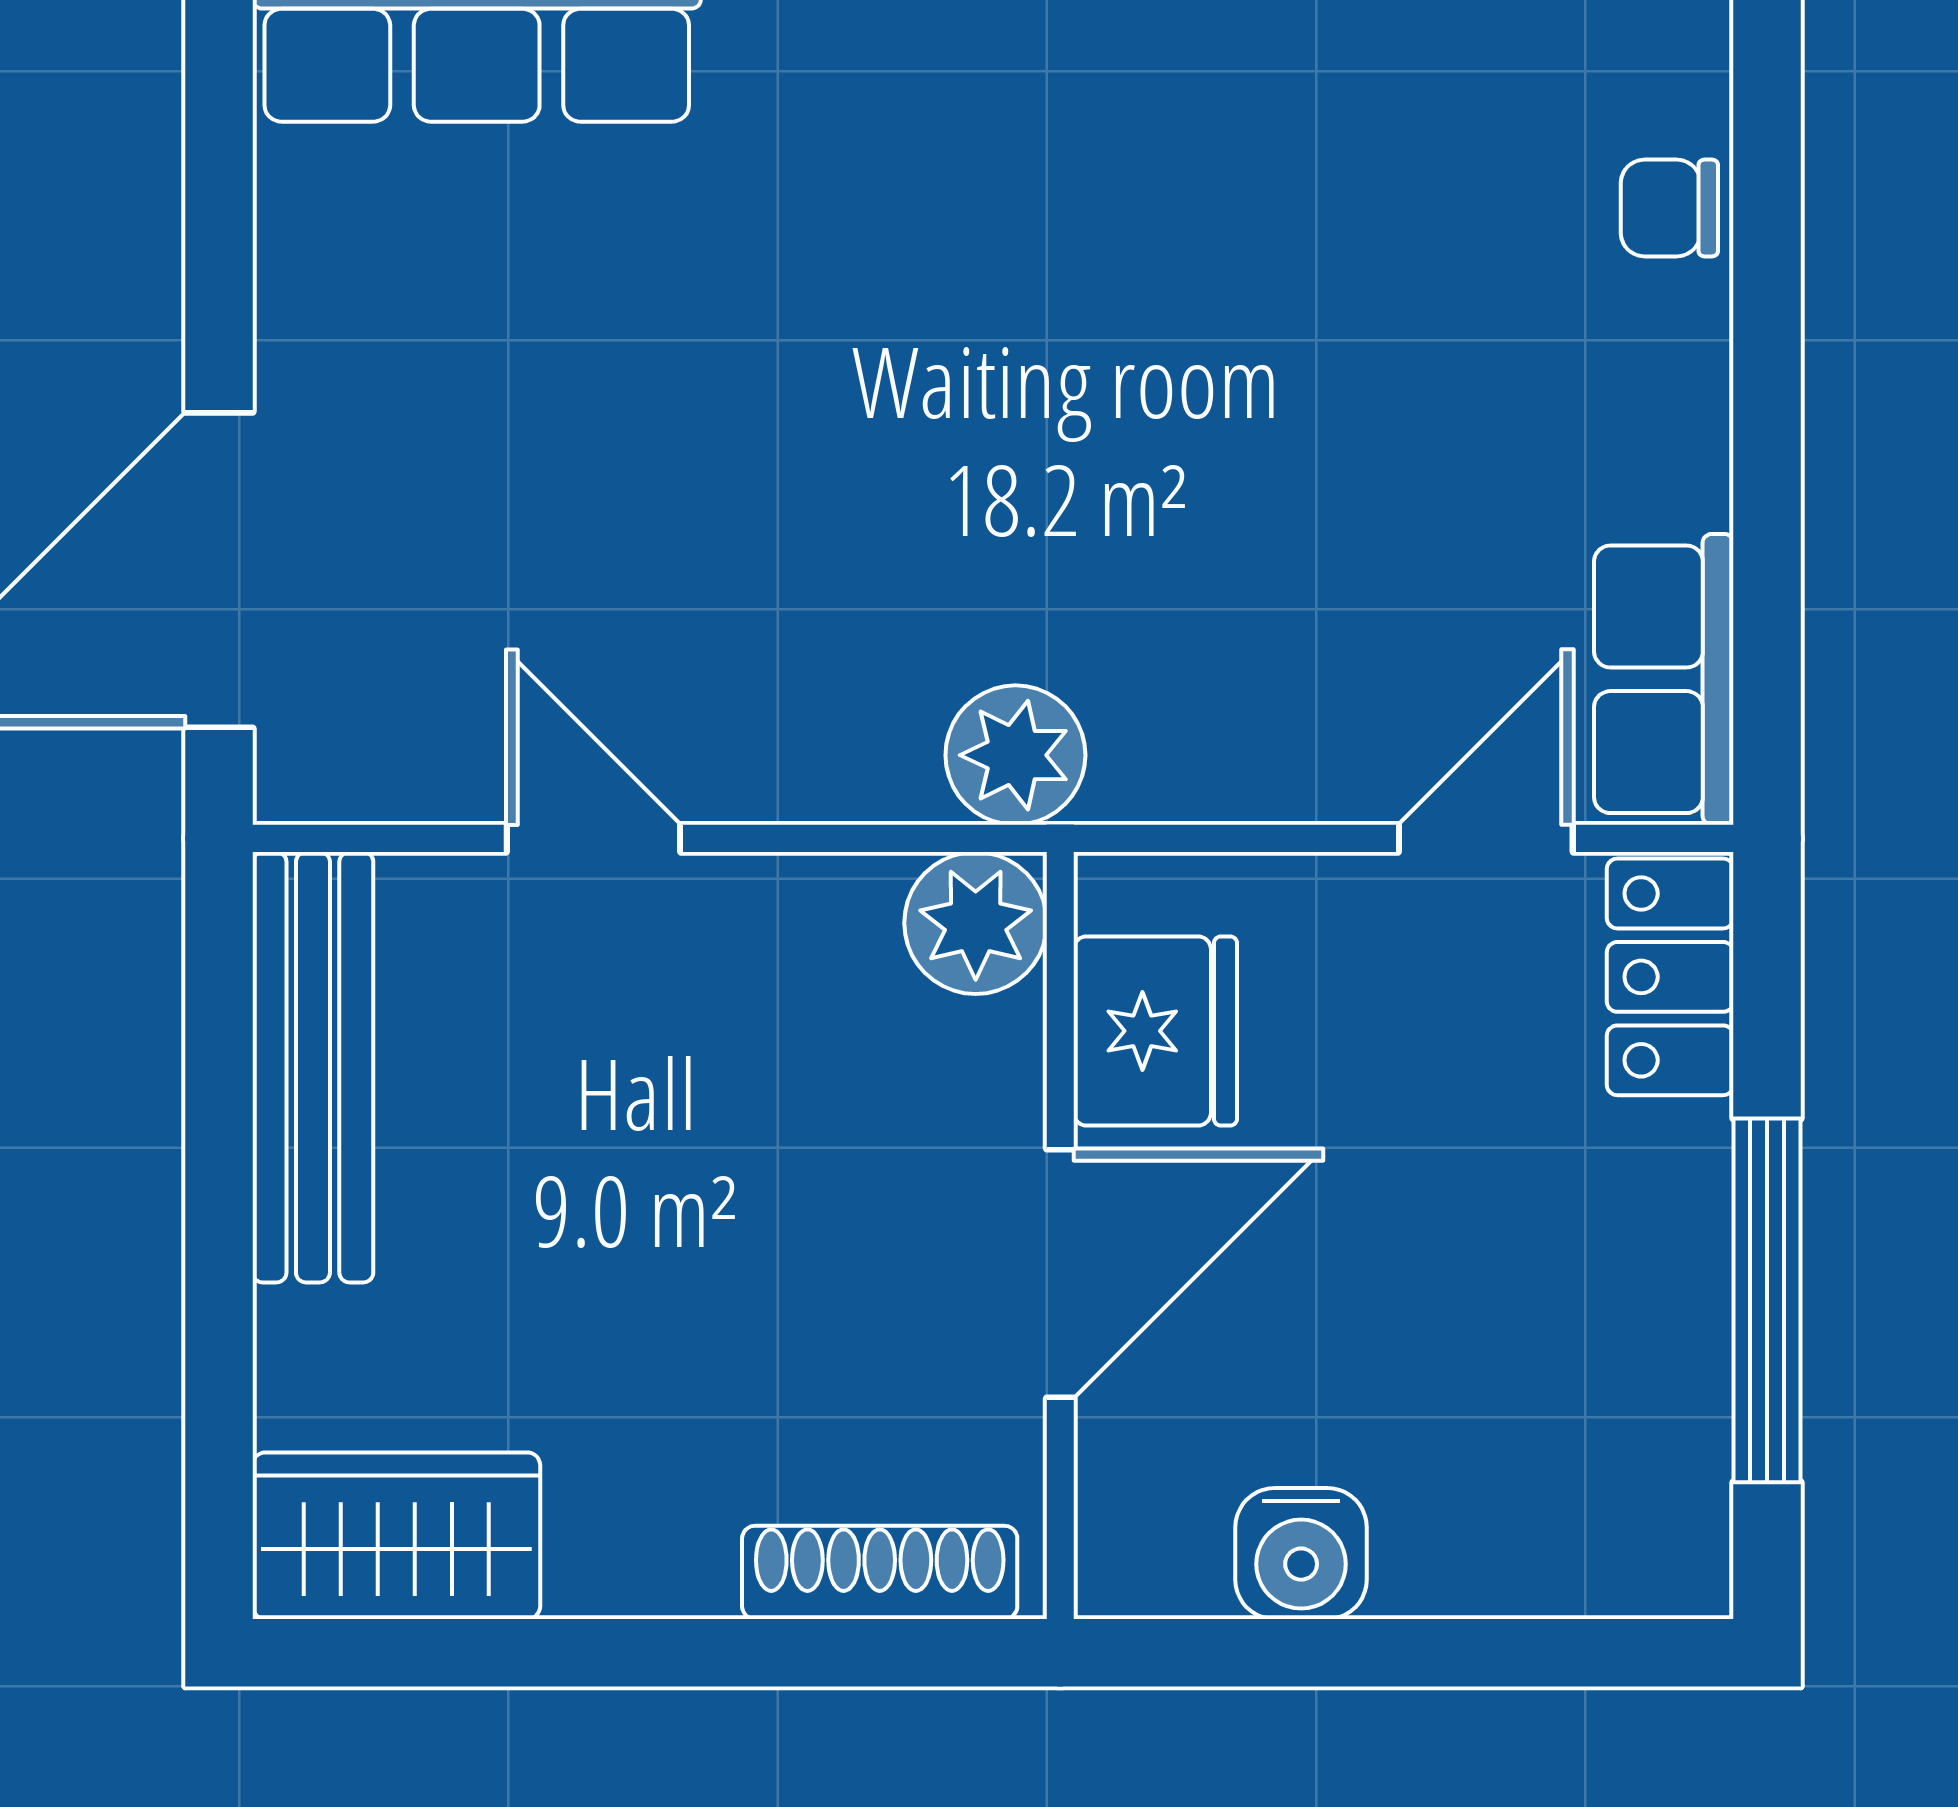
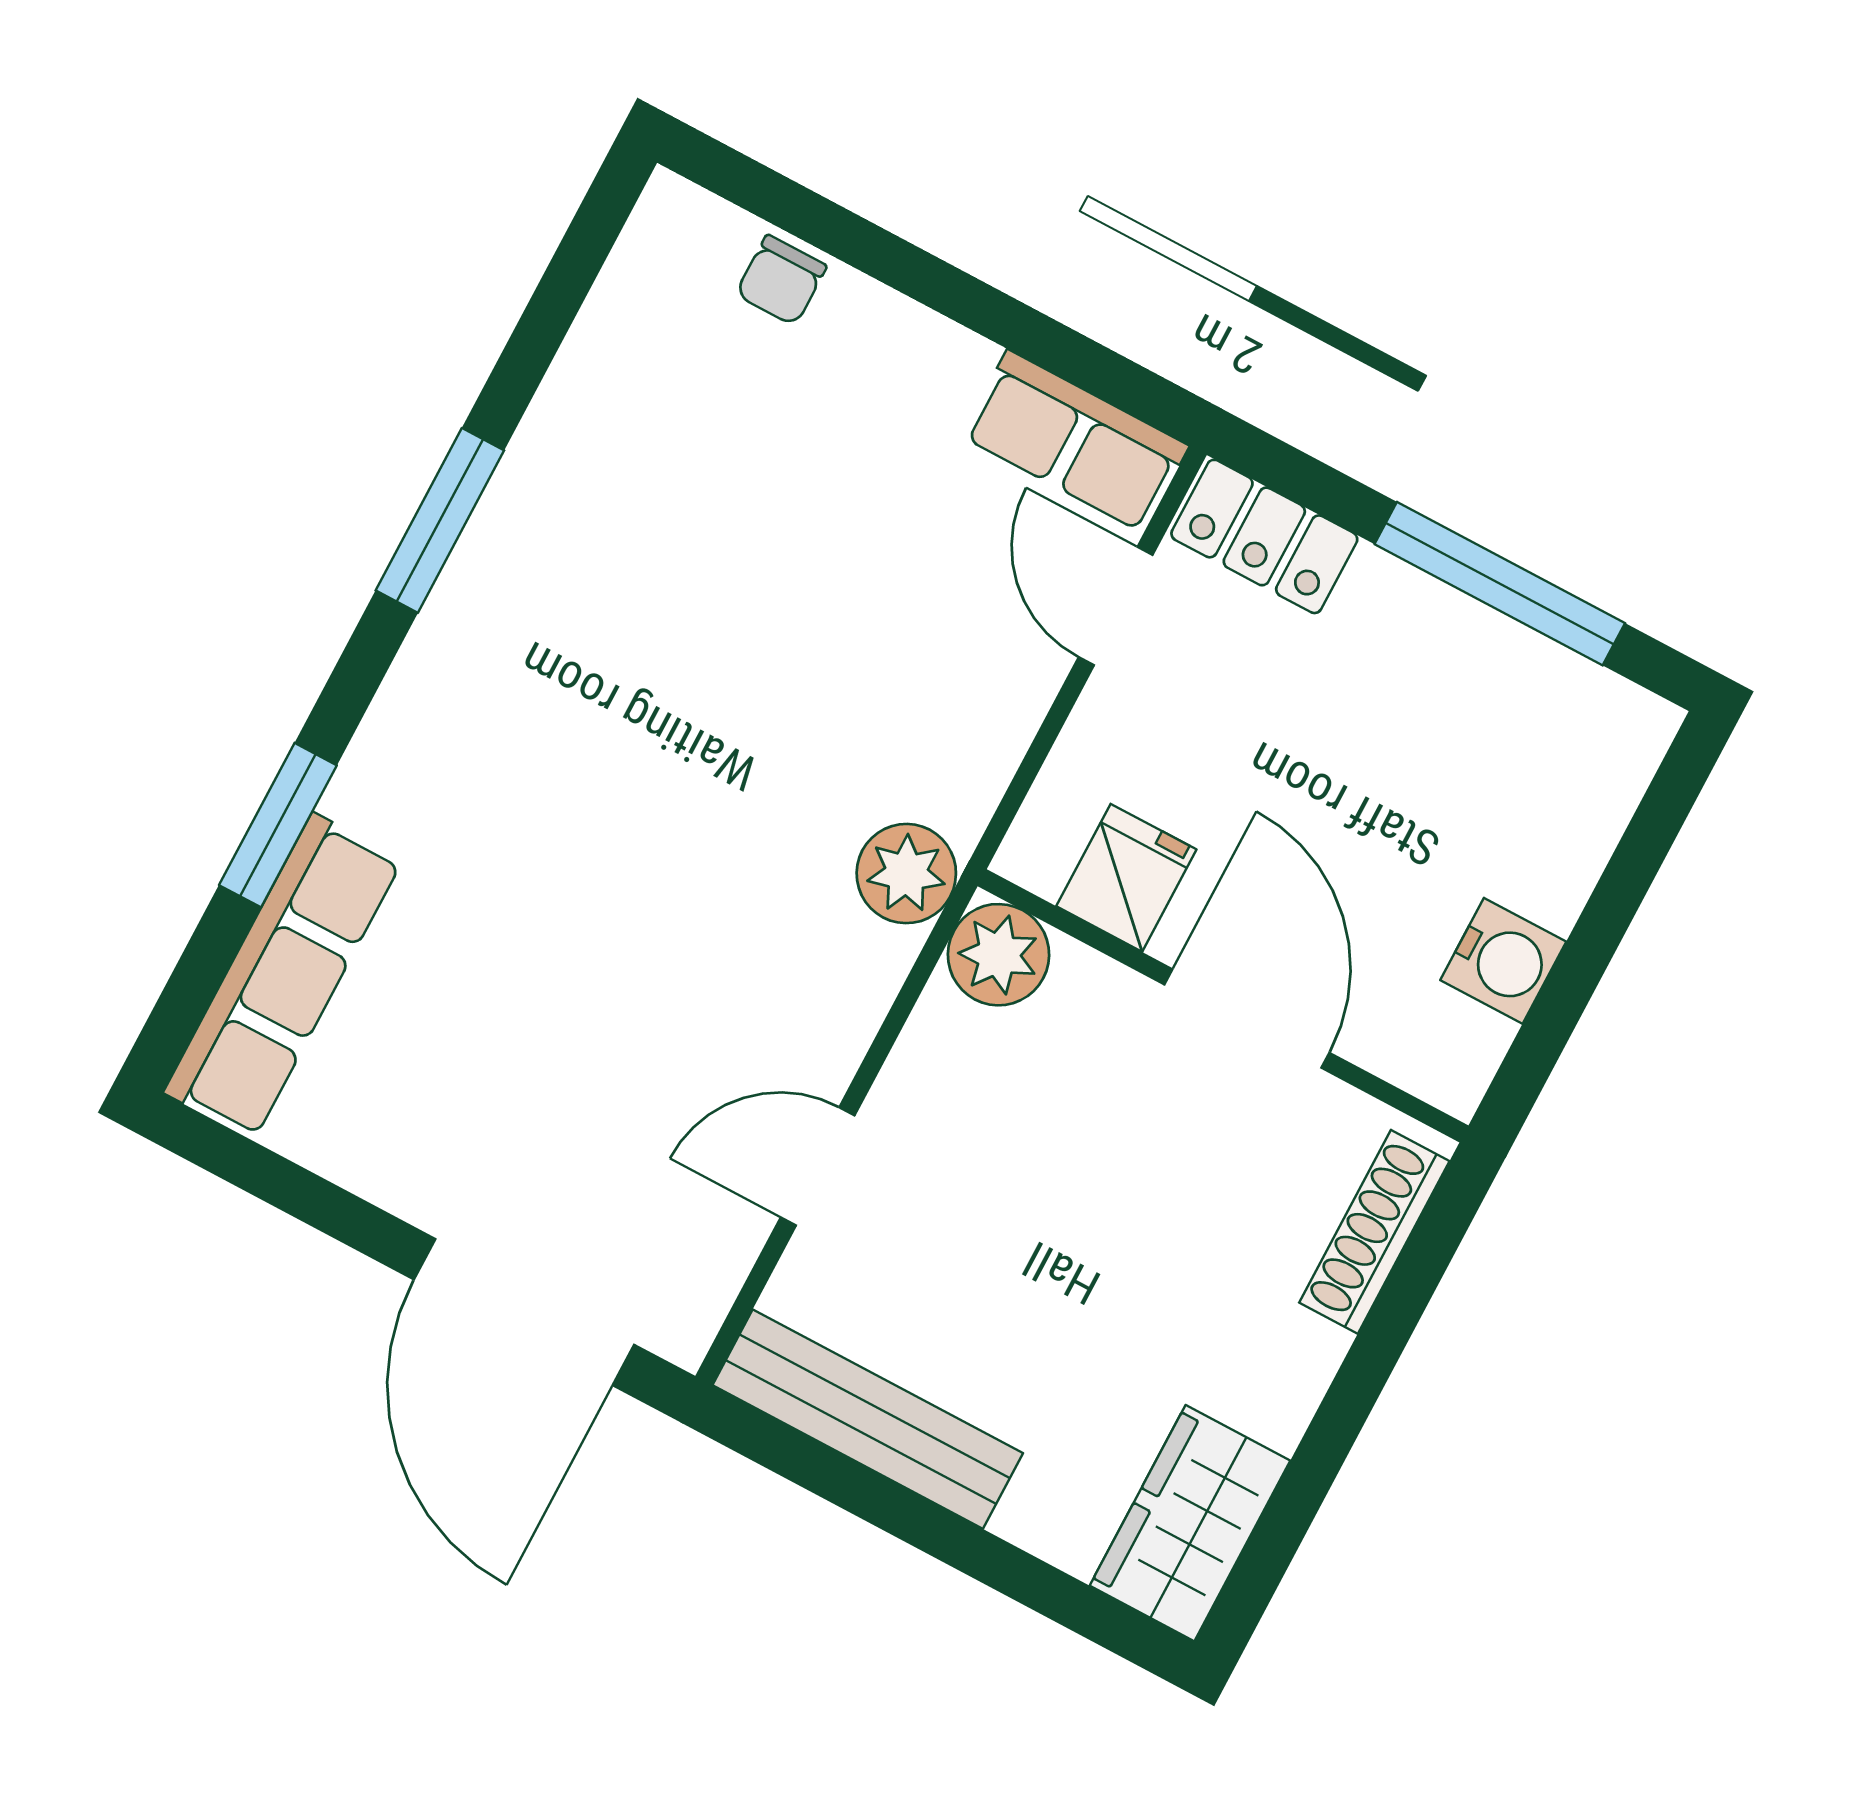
fridge: (1155, 1031) -> (1126, 878), width x0.72

